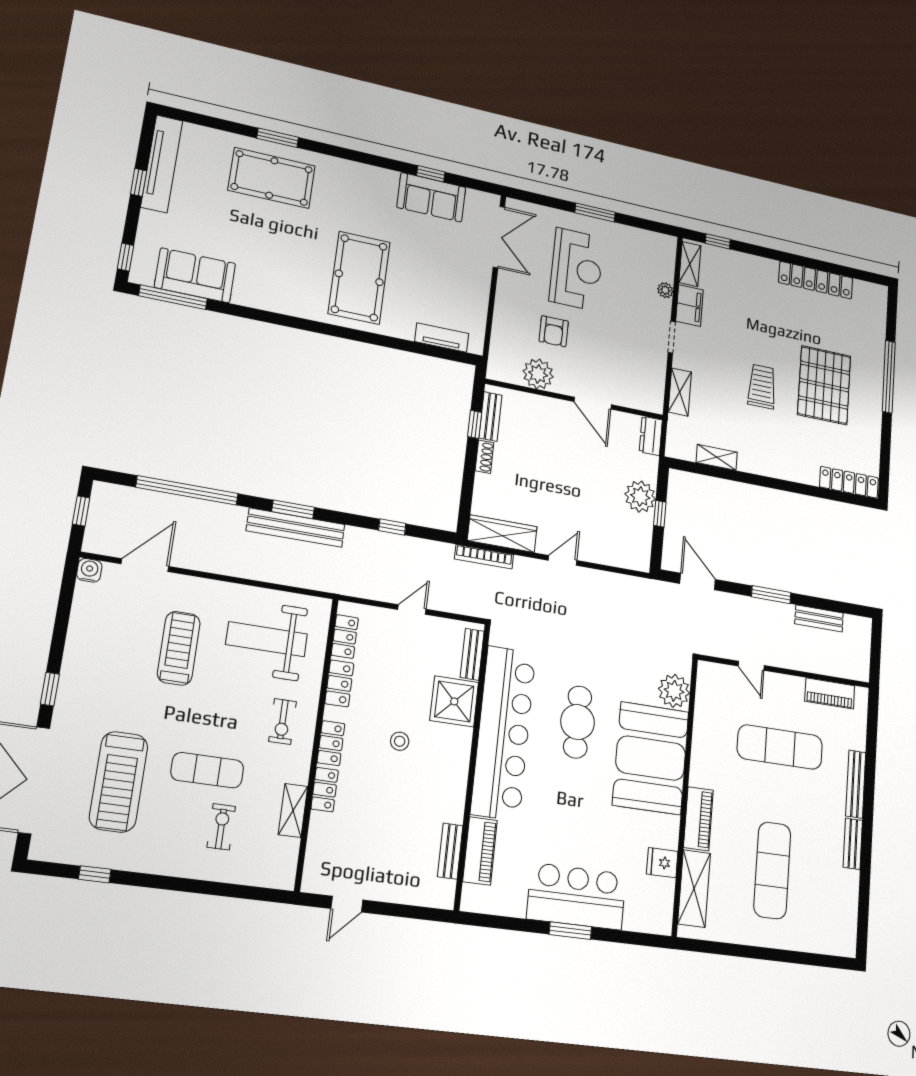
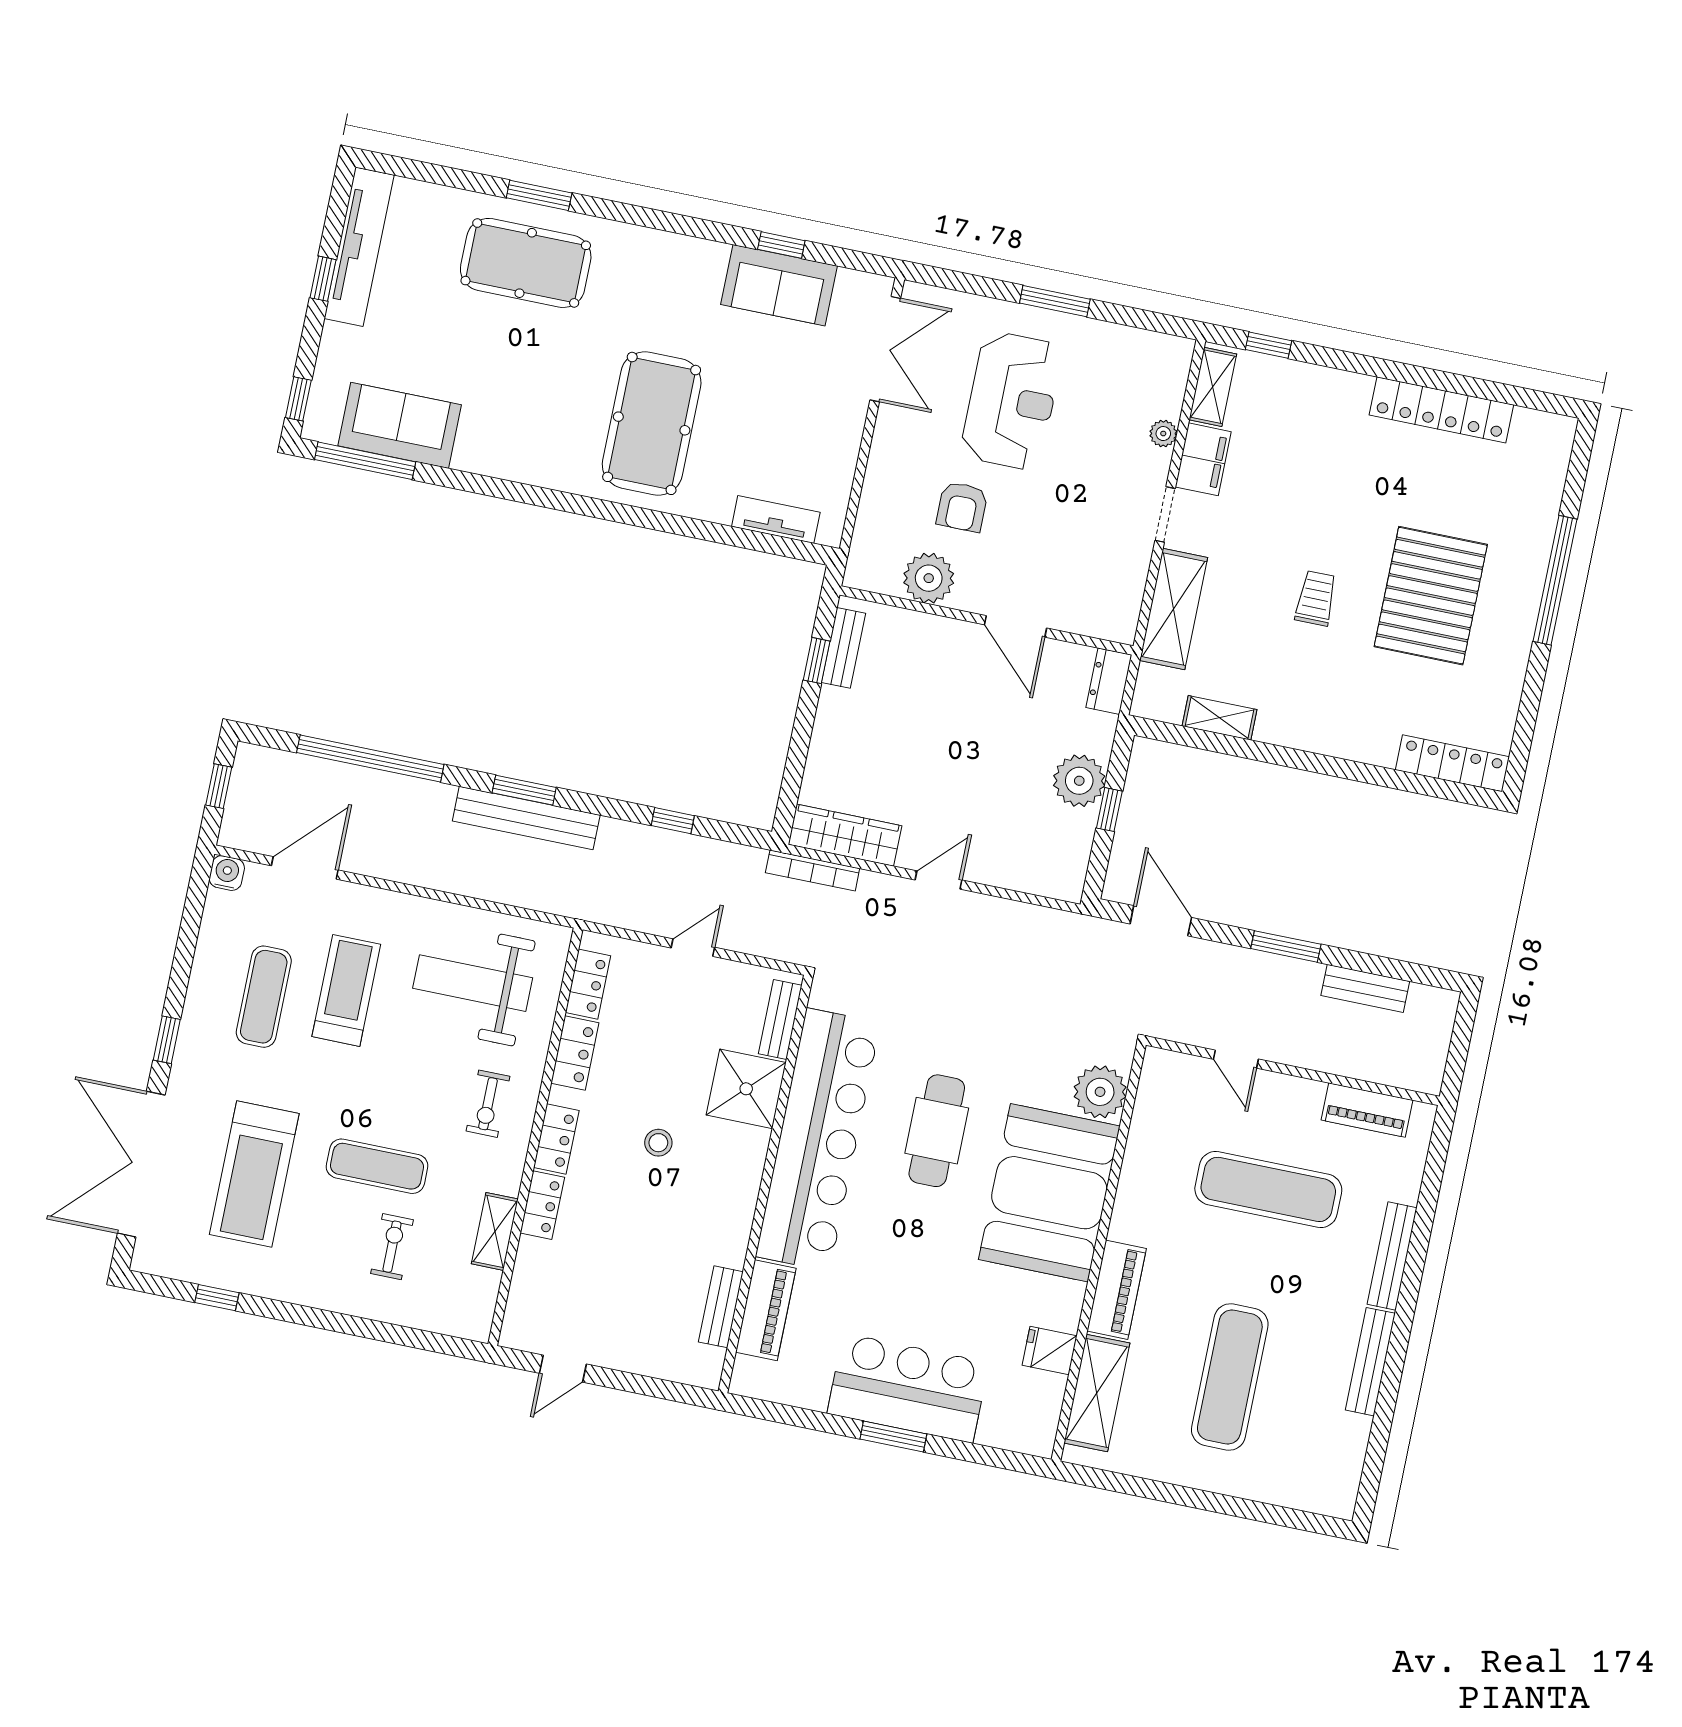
trolley: (762, 387) -> (1316, 598), width x0.73, depth x0.72
shelving: (680, 392) -> (1174, 609), width x1.50, depth x1.33
shoe rack: (484, 457) -> (828, 713), removed
exercise mat: (120, 655) -> (264, 997), added
bench: (853, 844) -> (1370, 1362), width x1.36

